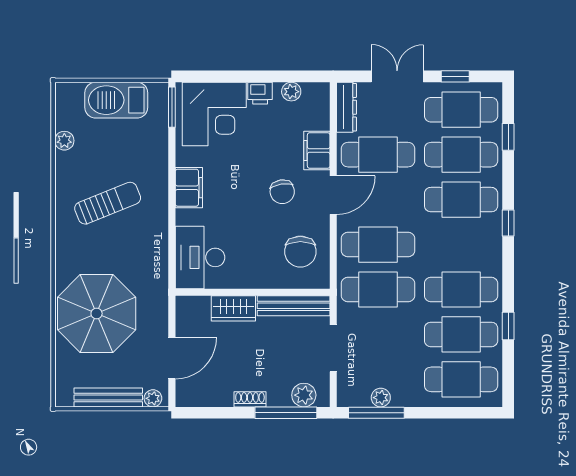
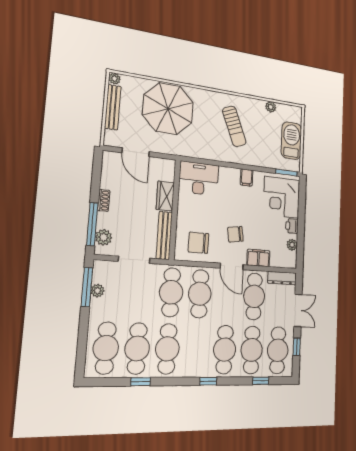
filing cabinet: (189, 188) -> (247, 177), width x0.50
plant: (153, 398) -> (115, 79), moved

